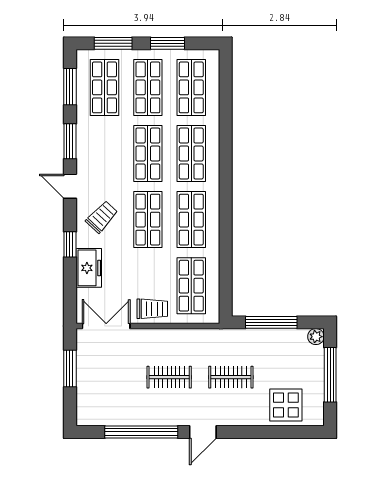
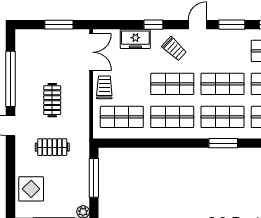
window: (226, 152) -> (223, 143), added
trolley: (152, 309) -> (104, 87), turned 180
clothes rail: (231, 377) -> (52, 147), turned 90

